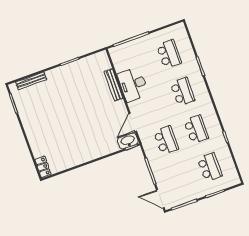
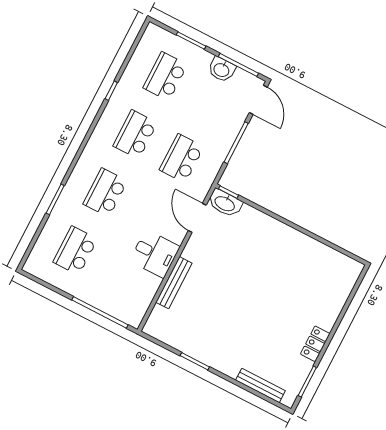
desk: (133, 84) -> (155, 254), width x0.73
door: (133, 122) -> (197, 218), swing flipped
locker: (43, 167) -> (315, 344), moved
washbasin: (189, 195) -> (222, 70), added

